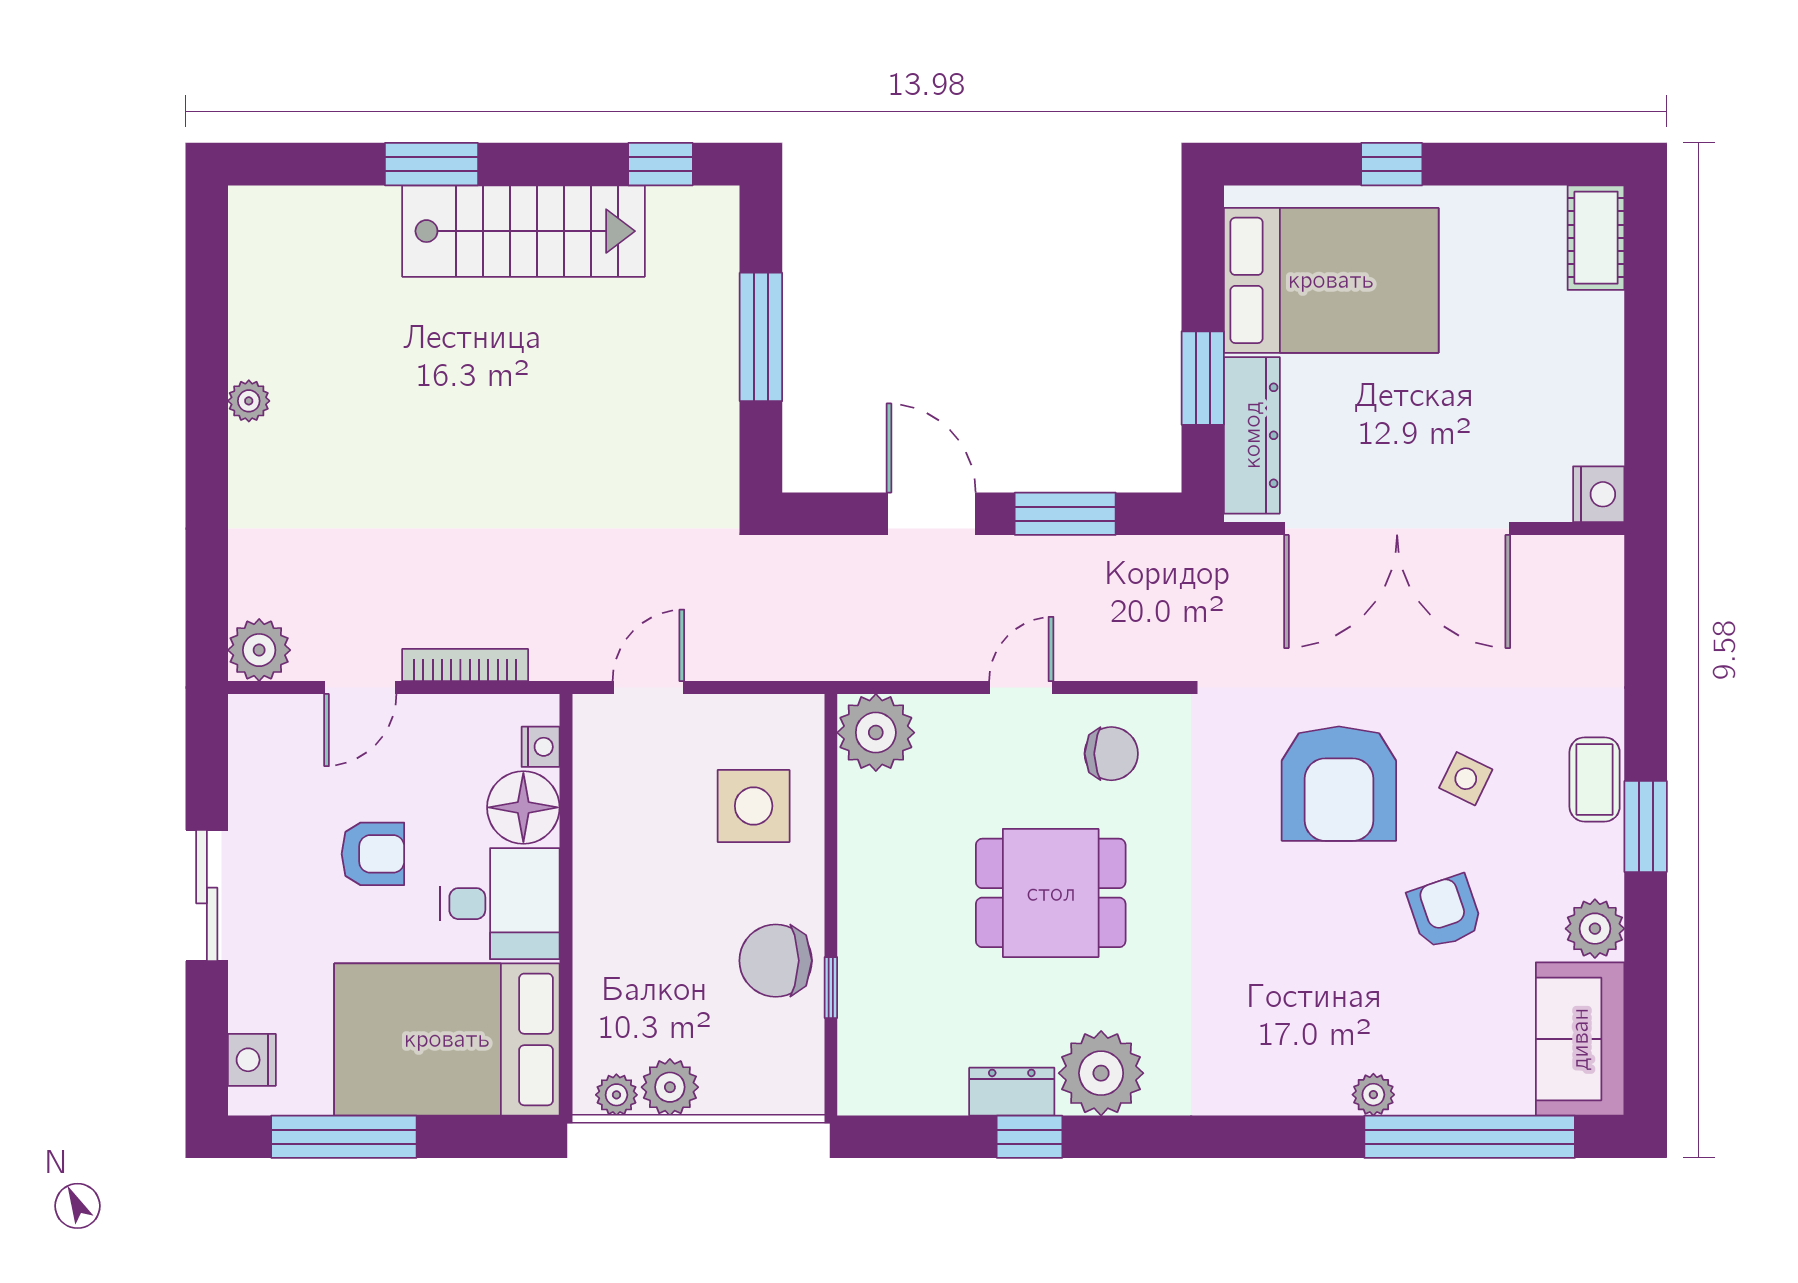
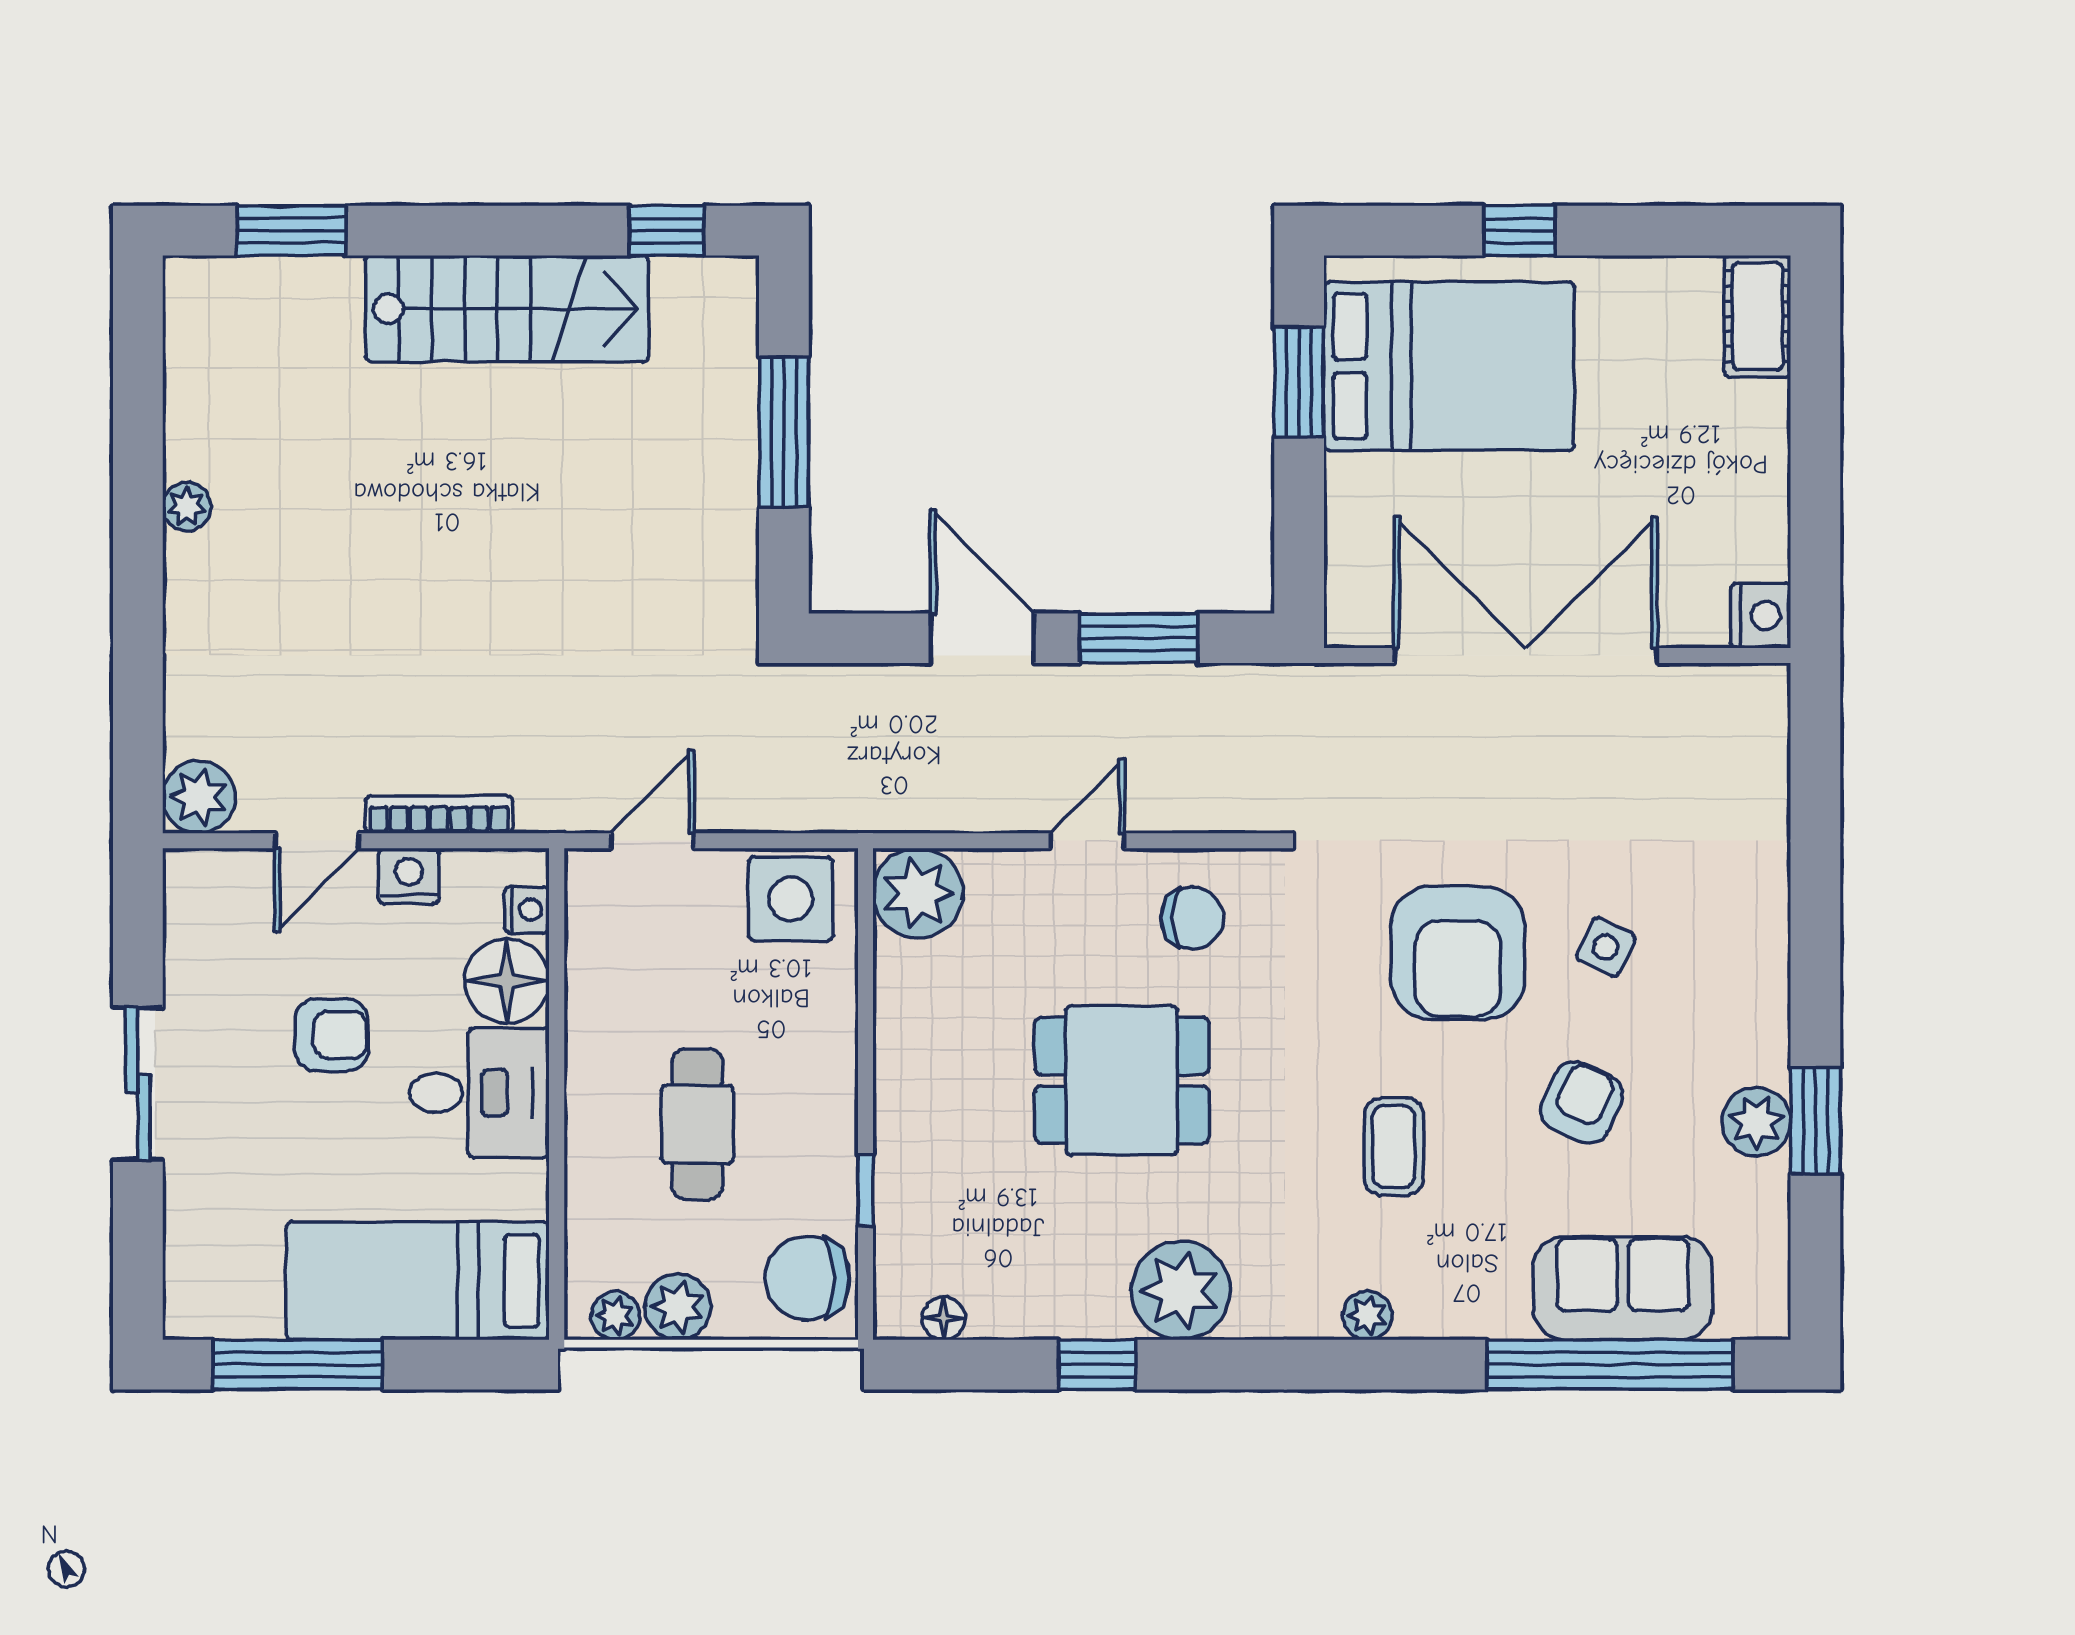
window: (431, 164) -> (291, 231), moved
window: (1203, 378) -> (1299, 382), moved
dresser: (1252, 435) -> (1356, 547), removed
double door: (1397, 529) -> (1526, 656), swing flipped
coffee table: (1595, 779) -> (1394, 1147), moved
side table: (754, 806) -> (791, 899), moved
window: (1646, 827) -> (1815, 1121), moved
armchair: (1445, 912) -> (1582, 1102), turned 44
cafe table: (687, 931) -> (697, 1124), added
chair: (776, 961) -> (807, 1278), moved
bed: (447, 1039) -> (418, 1281), width x0.67
sofa: (1580, 1039) -> (1623, 1288), moved, turned 90
nightstand: (252, 1060) -> (409, 876), moved, turned 90
dresser: (1012, 1092) -> (1076, 1312), removed
plant: (1373, 1095) -> (1367, 1315), moved
floor lamp: (898, 1097) -> (944, 1318), added

